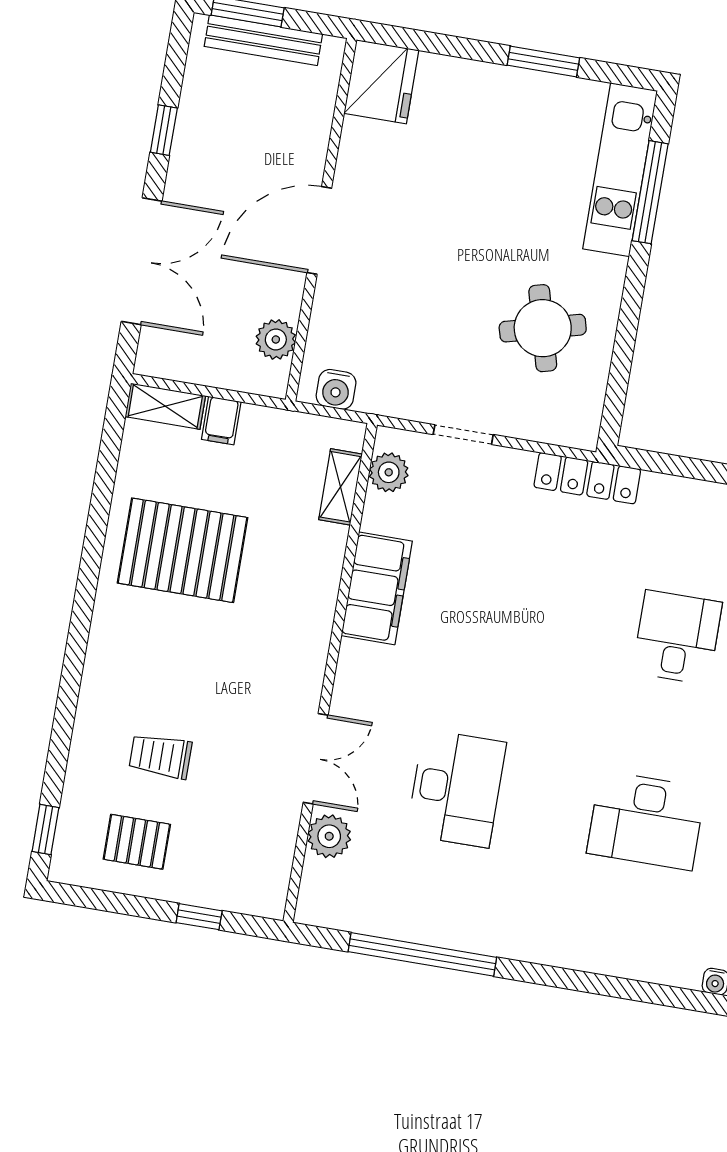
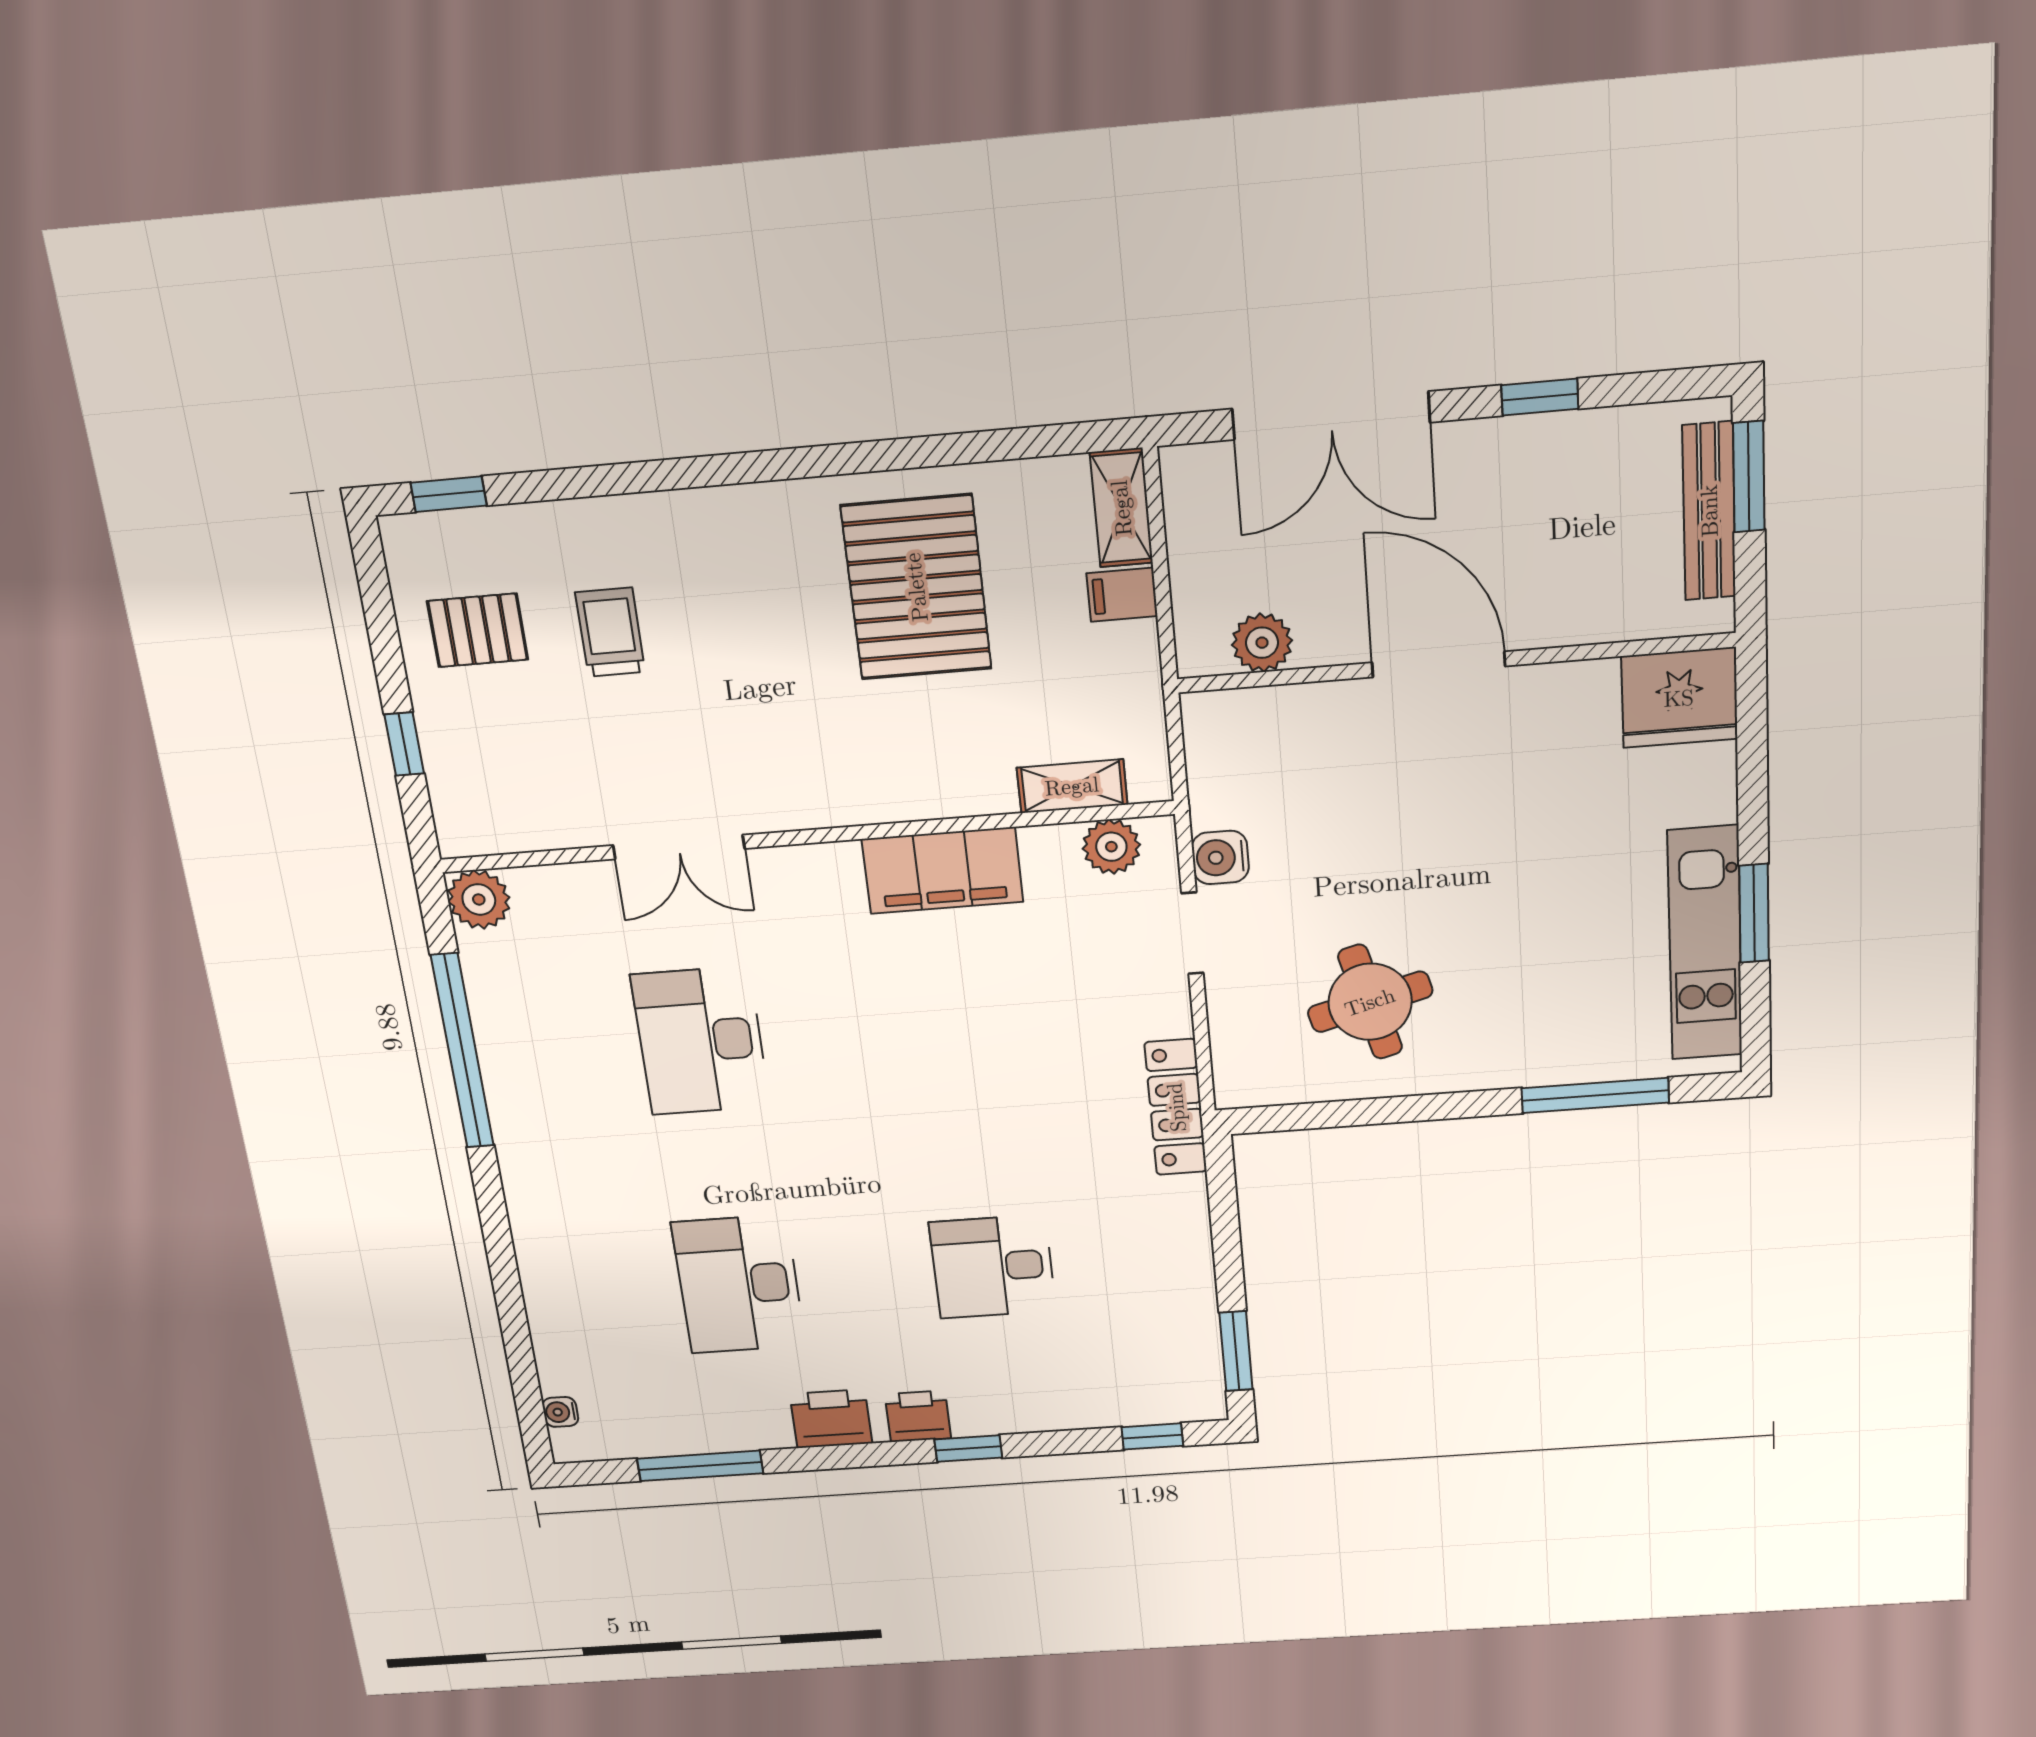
kitchen unit: (620, 170) -> (1705, 944), moved, turned -90
water cooler: (336, 389) -> (1220, 857), moved
desk: (677, 637) -> (993, 1267), turned 180
desk: (456, 788) -> (701, 1041), turned 90
plant: (329, 836) -> (479, 899), moved
pallet: (137, 842) -> (478, 630), turned 90

